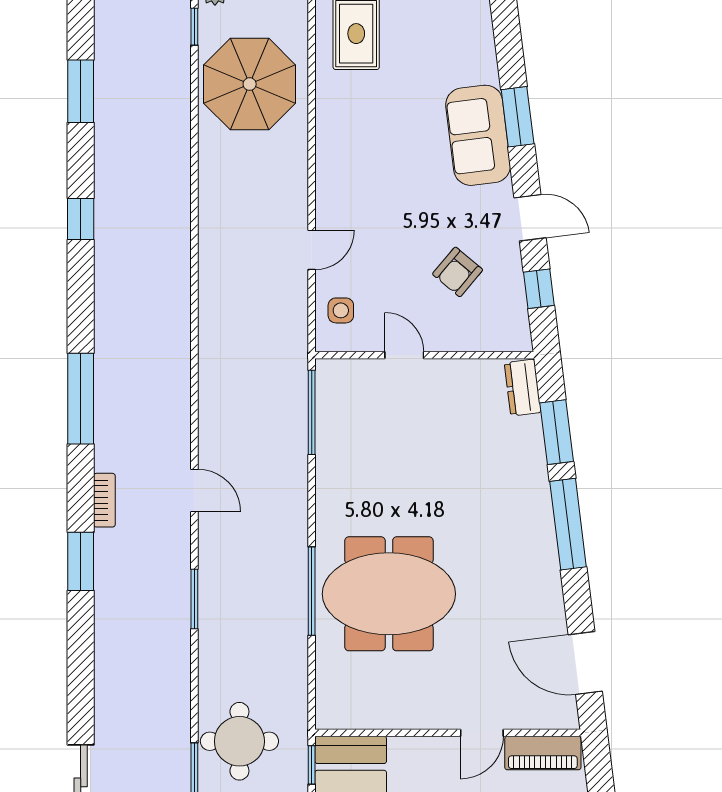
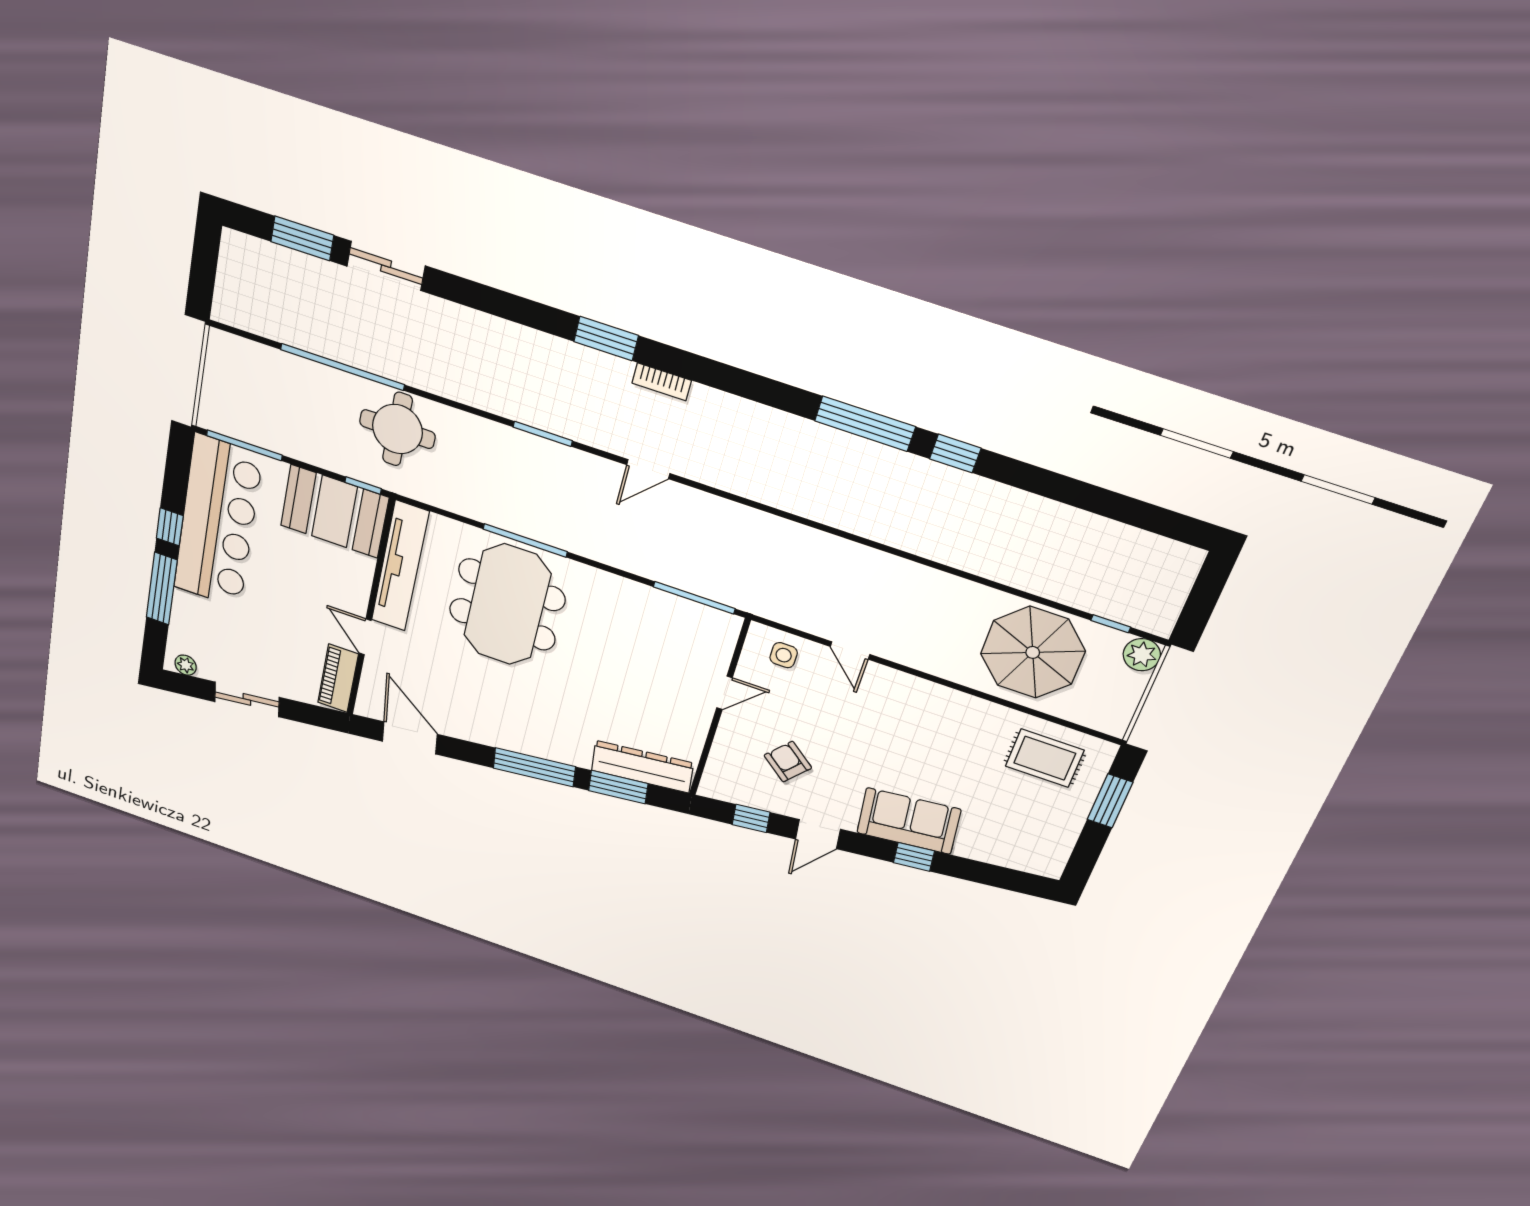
window: (81, 91) -> (1088, 497), removed
window: (518, 117) -> (914, 857), width x0.67
dresser: (523, 388) -> (642, 767), width x1.96, depth x1.24
window: (81, 399) -> (865, 424), moved
door: (585, 663) -> (410, 738), hinge flipped
tv unit: (387, 711) -> (400, 566), added

